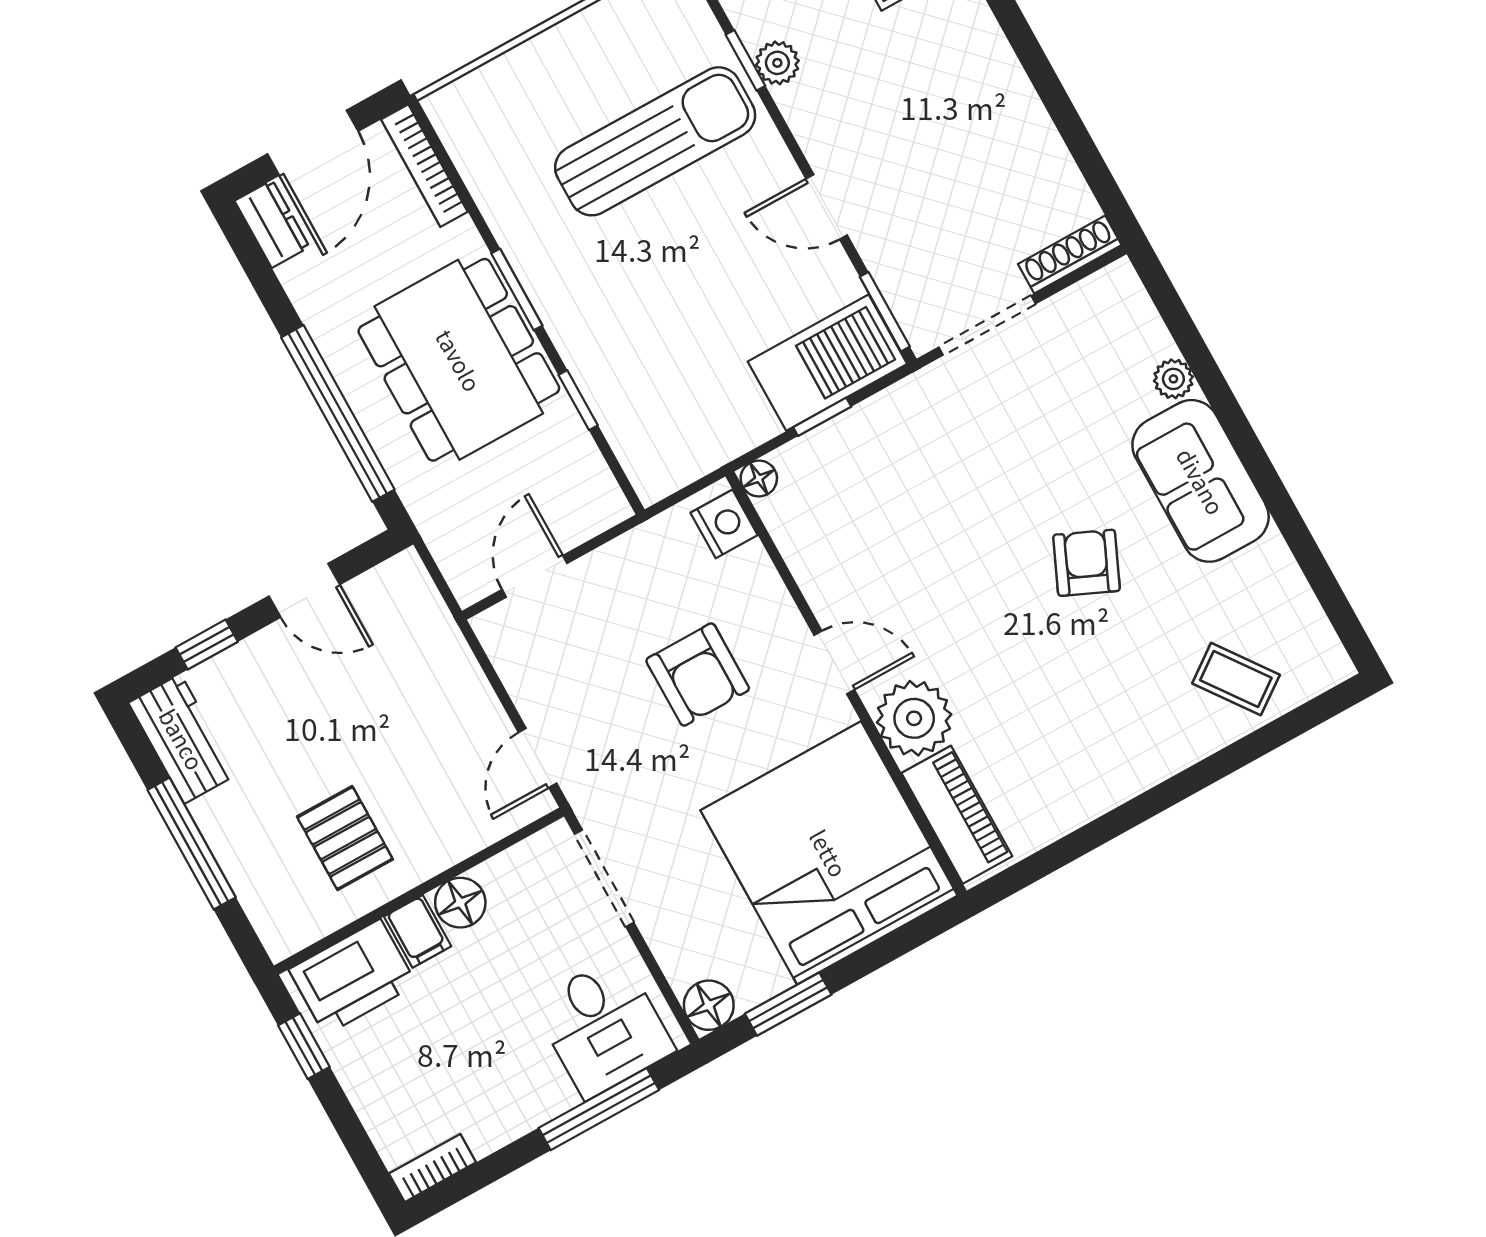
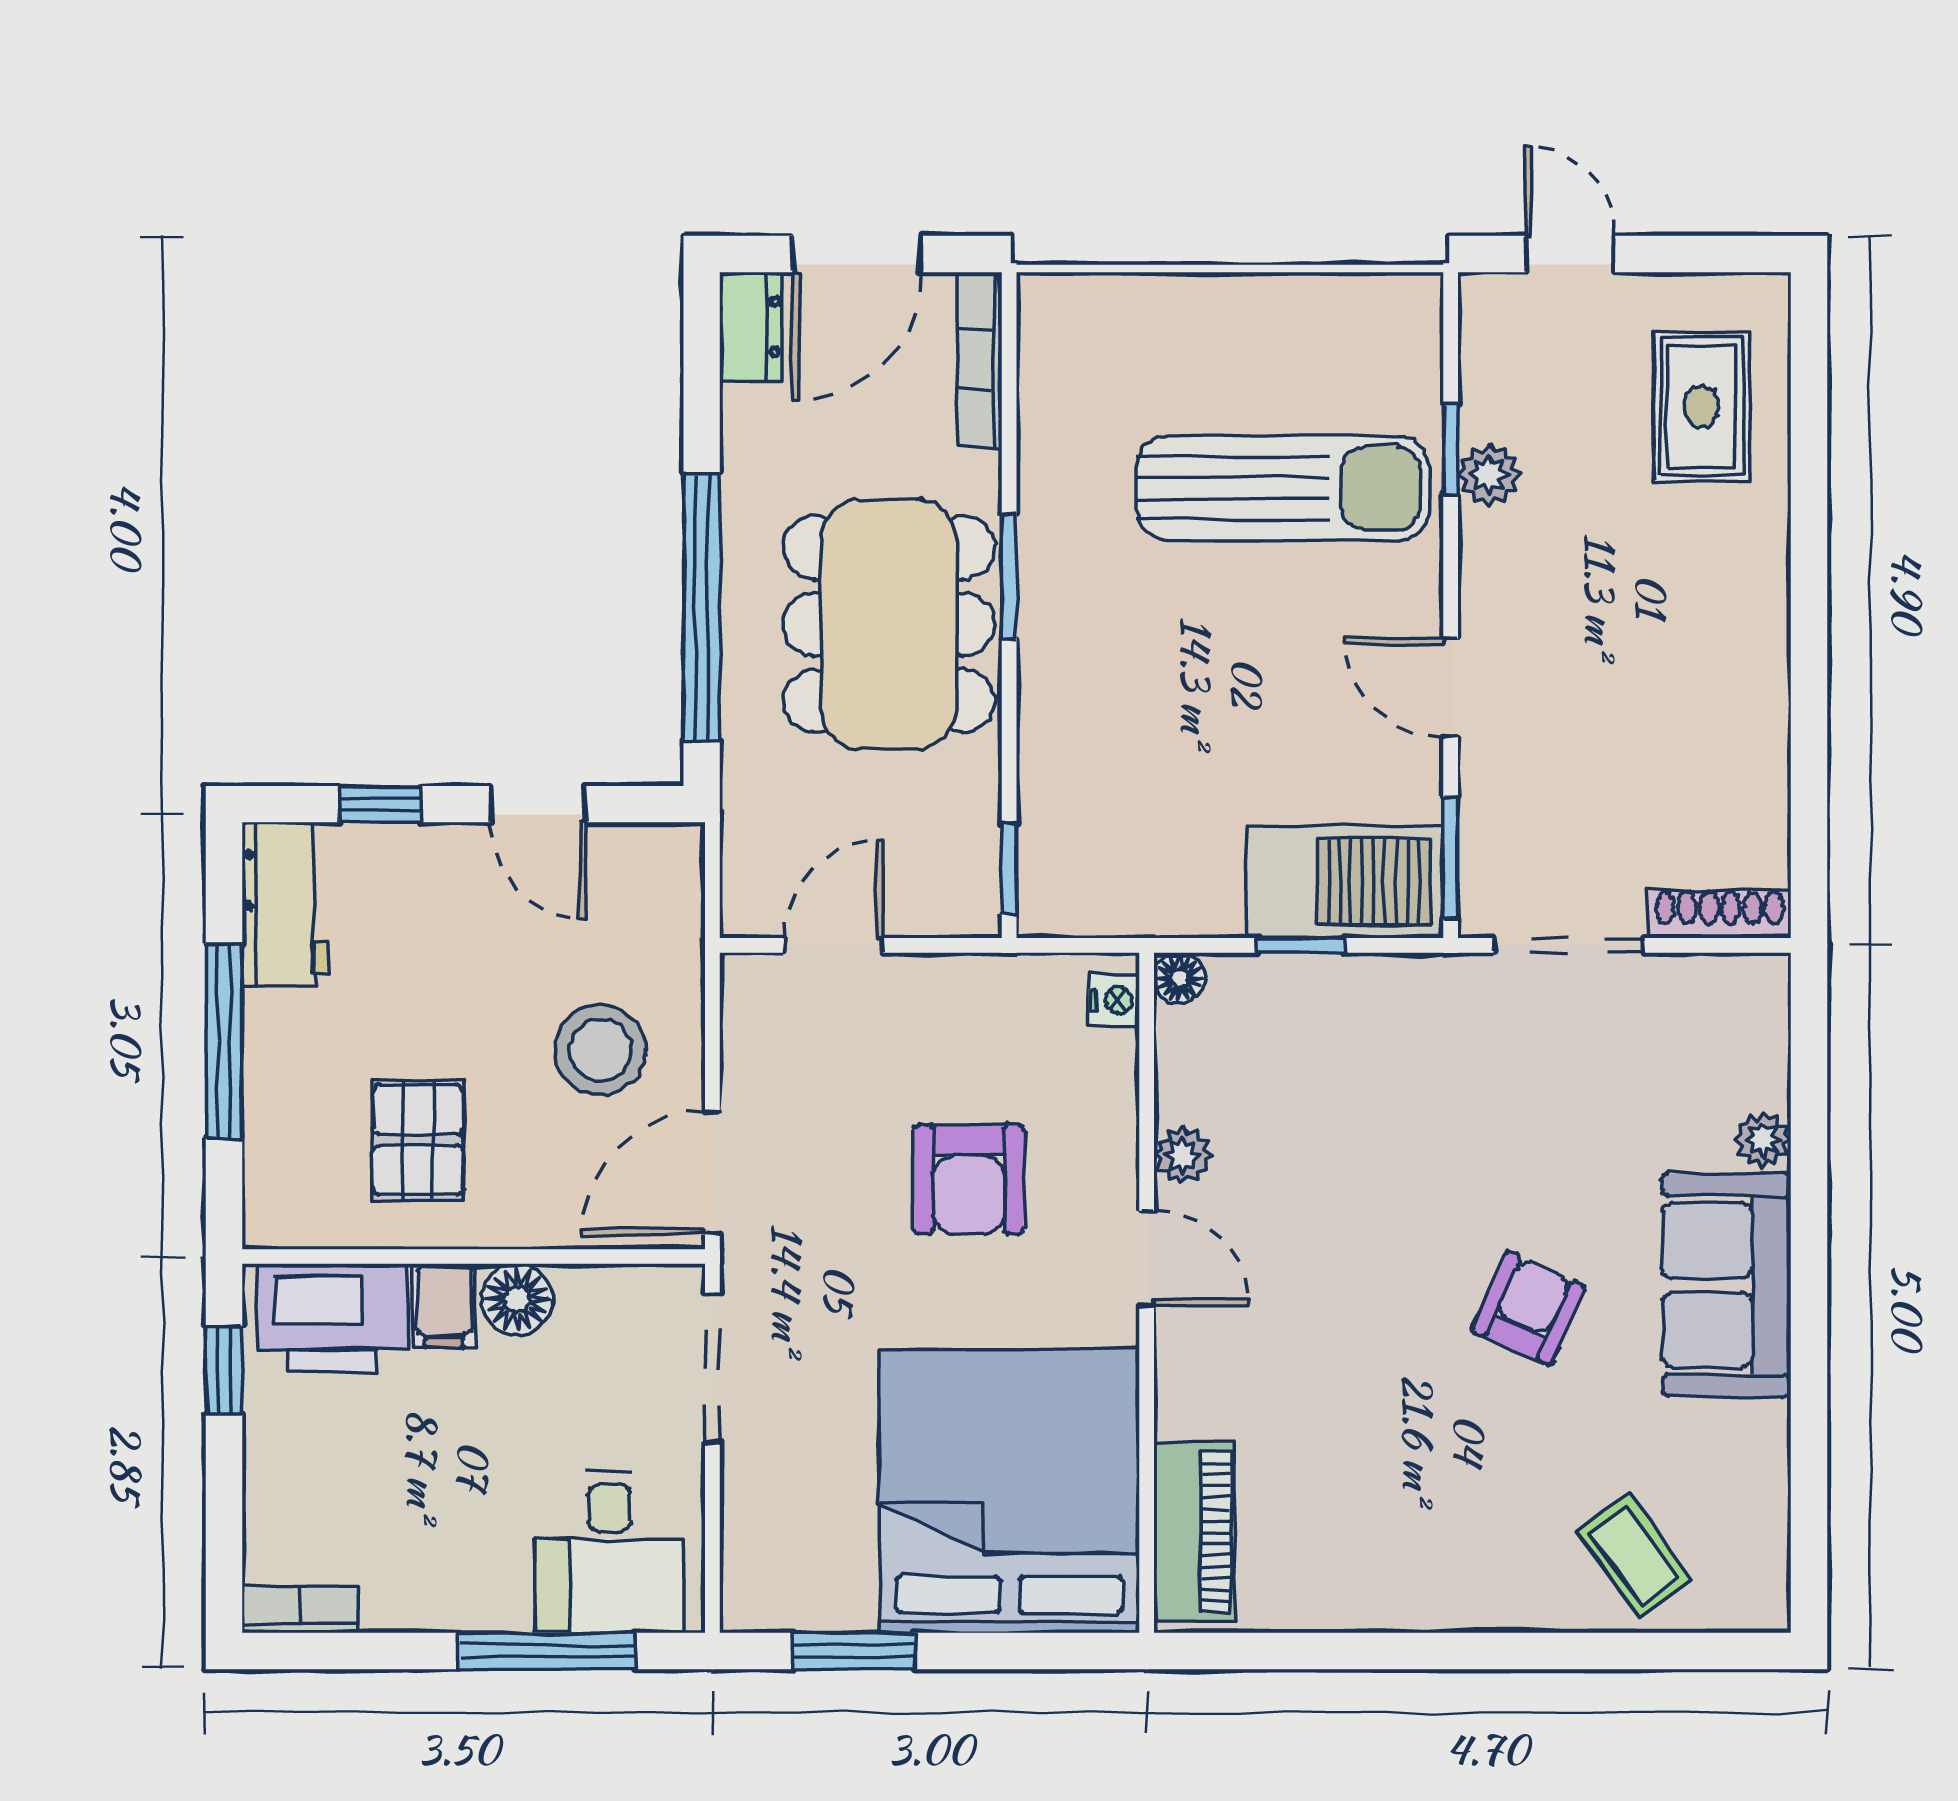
window: (578, 400) -> (1009, 868), moved
nightstand: (724, 524) -> (1114, 1000), width x0.72, depth x0.74
plant: (914, 718) -> (1182, 1155), moved, width x0.53, depth x0.53
stool: (427, 720) -> (600, 1050), added
door: (538, 758) -> (712, 1173), width x1.38
floor lamp: (709, 1005) -> (755, 1598), removed

